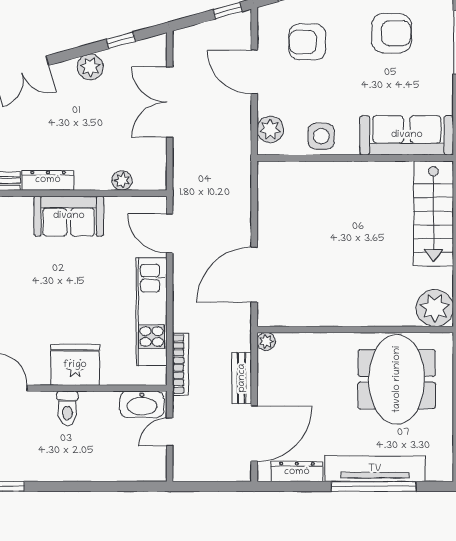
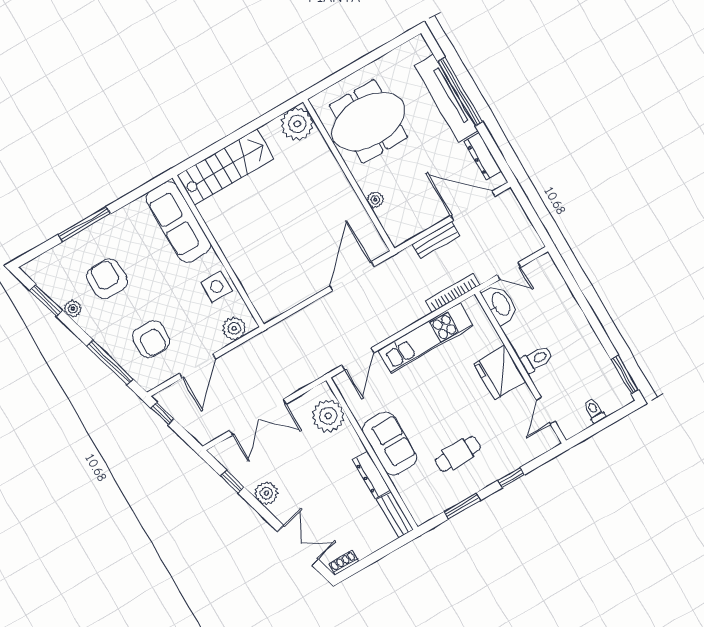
plant: (122, 181) -> (328, 416), width x1.88, depth x1.88
door: (254, 275) -> (352, 276), swing flipped
cafe table: (19, 277) -> (458, 454), added
plant: (266, 341) -> (375, 200), moved

